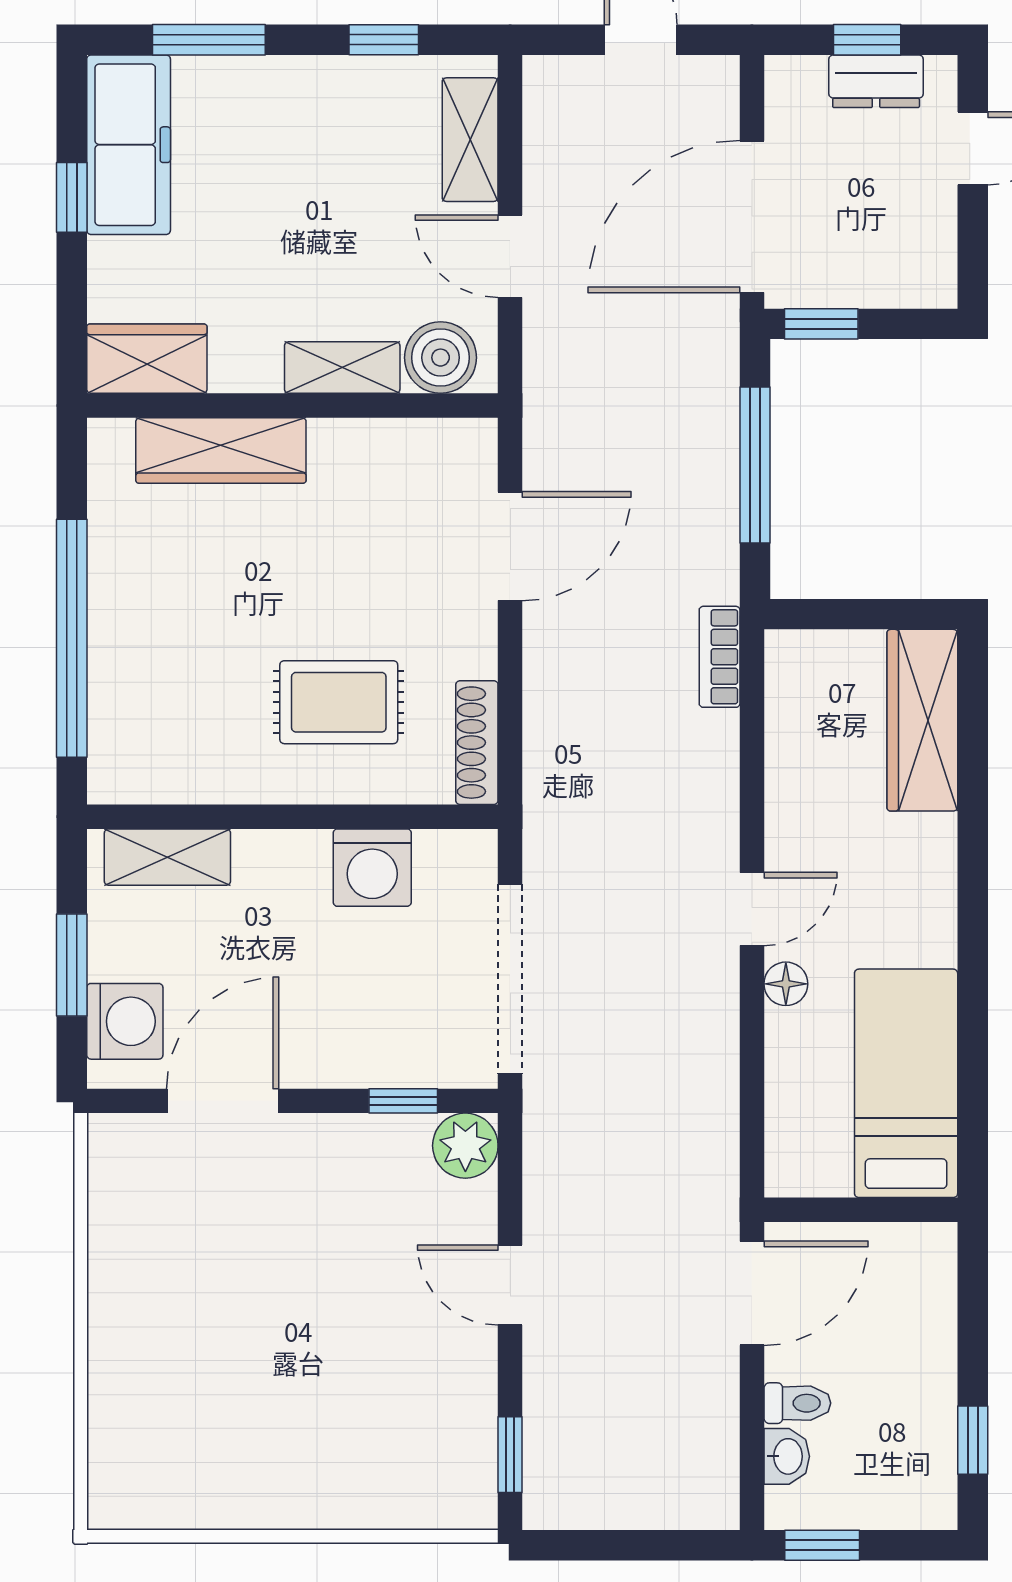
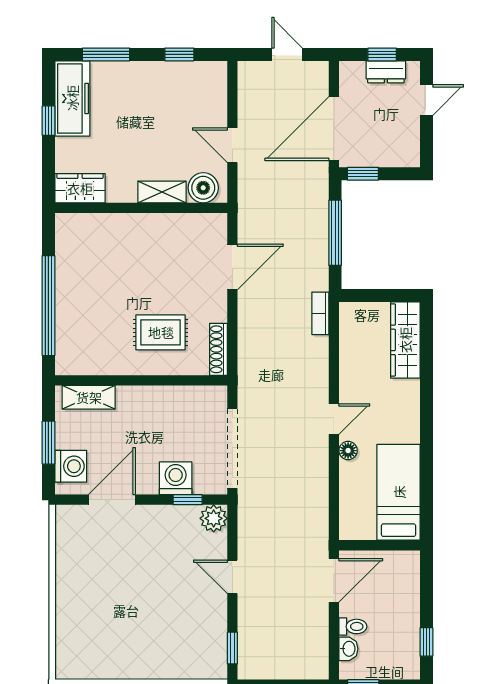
shelving: (470, 140) -> (216, 96), removed
wardrobe: (221, 450) -> (111, 227), removed
washing machine: (372, 868) -> (176, 478), moved, turned 180

